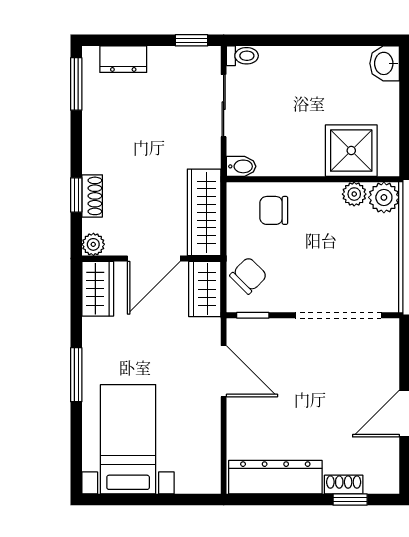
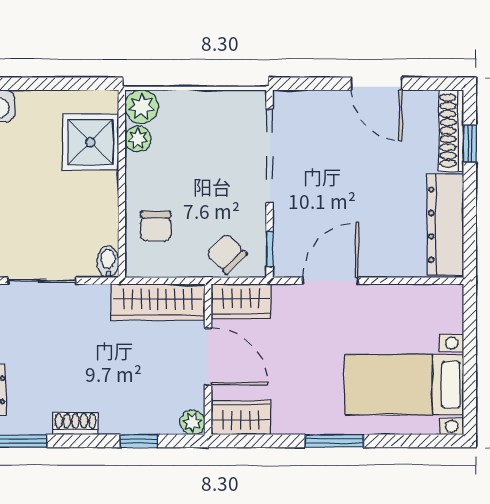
shoe rack: (92, 196) -> (75, 424), moved
shoe rack: (344, 484) -> (451, 131), width x1.94, depth x1.24

